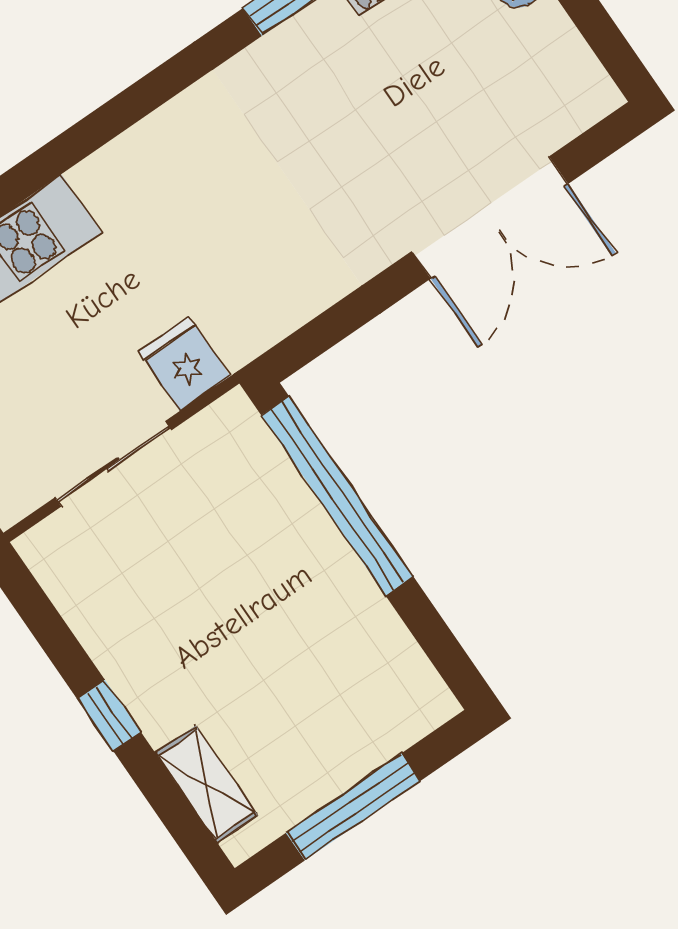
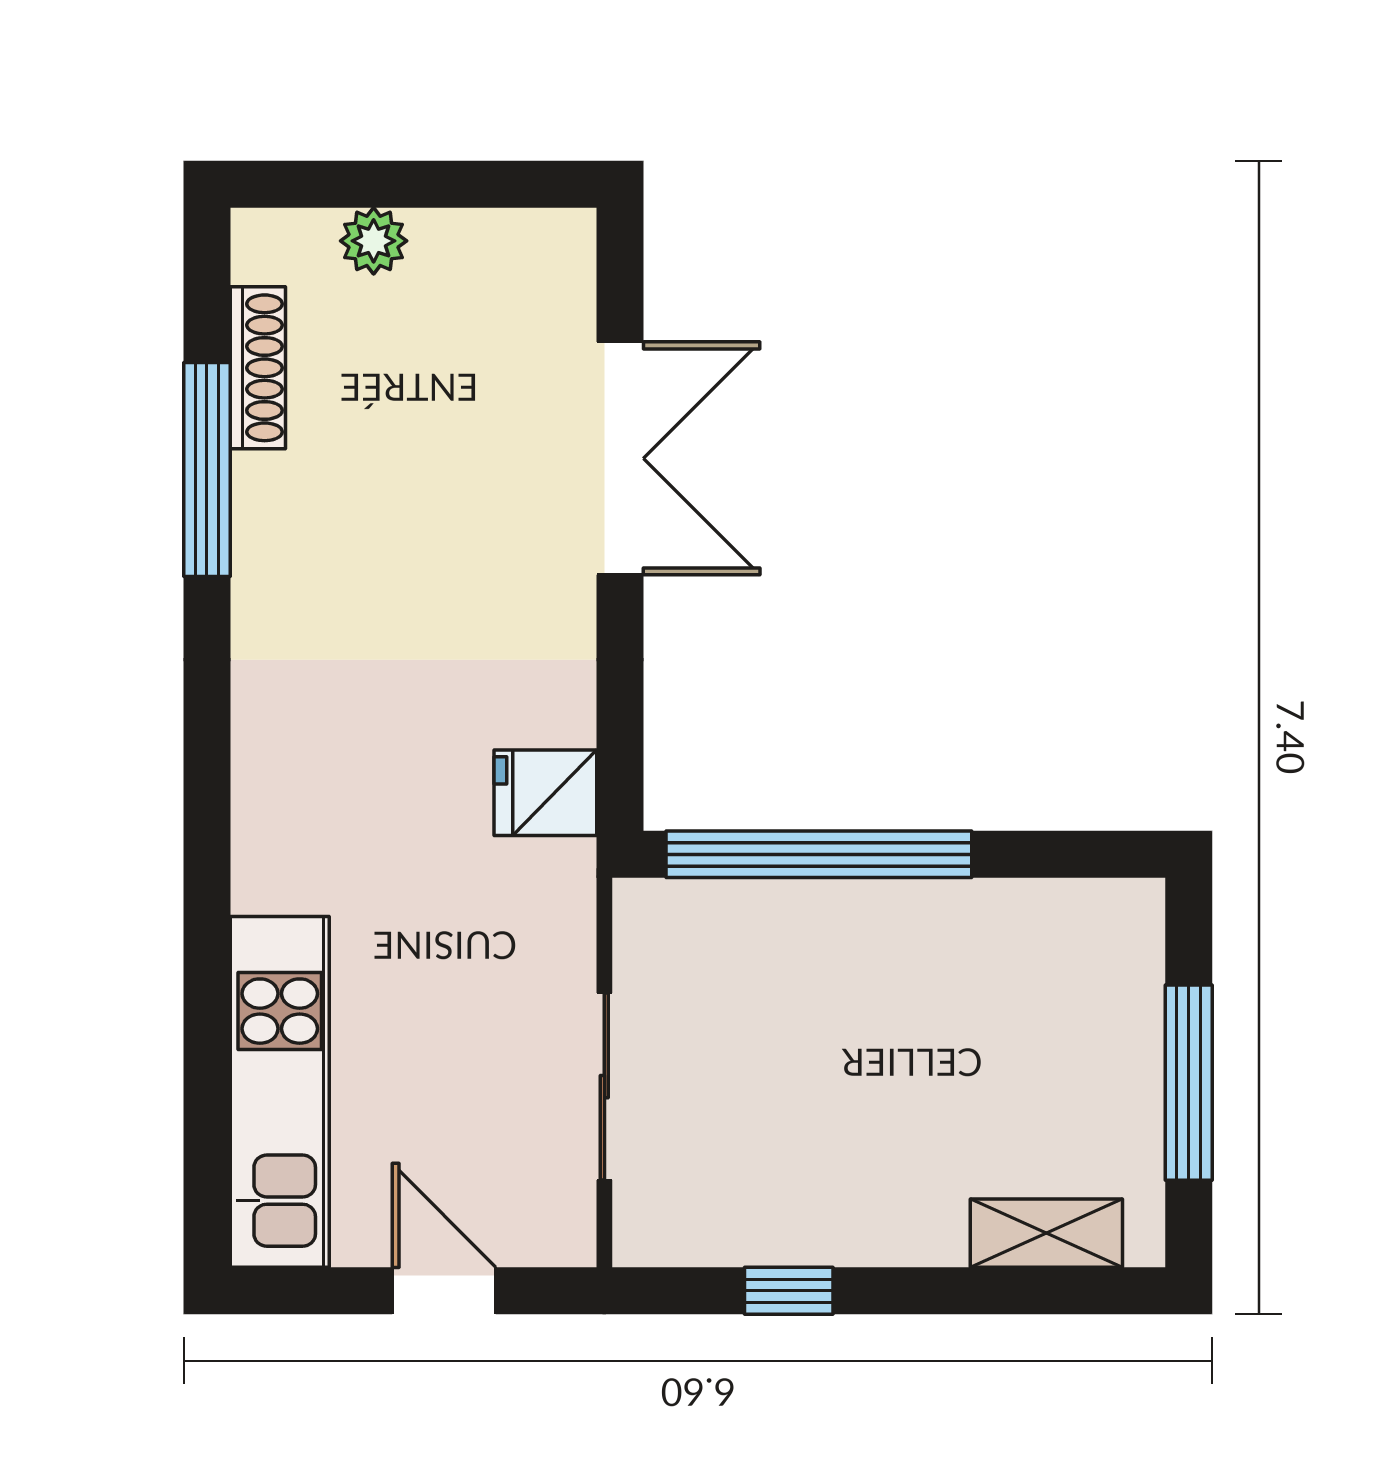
fridge: (184, 363) -> (545, 793), moved
window: (109, 716) -> (789, 1291), moved

